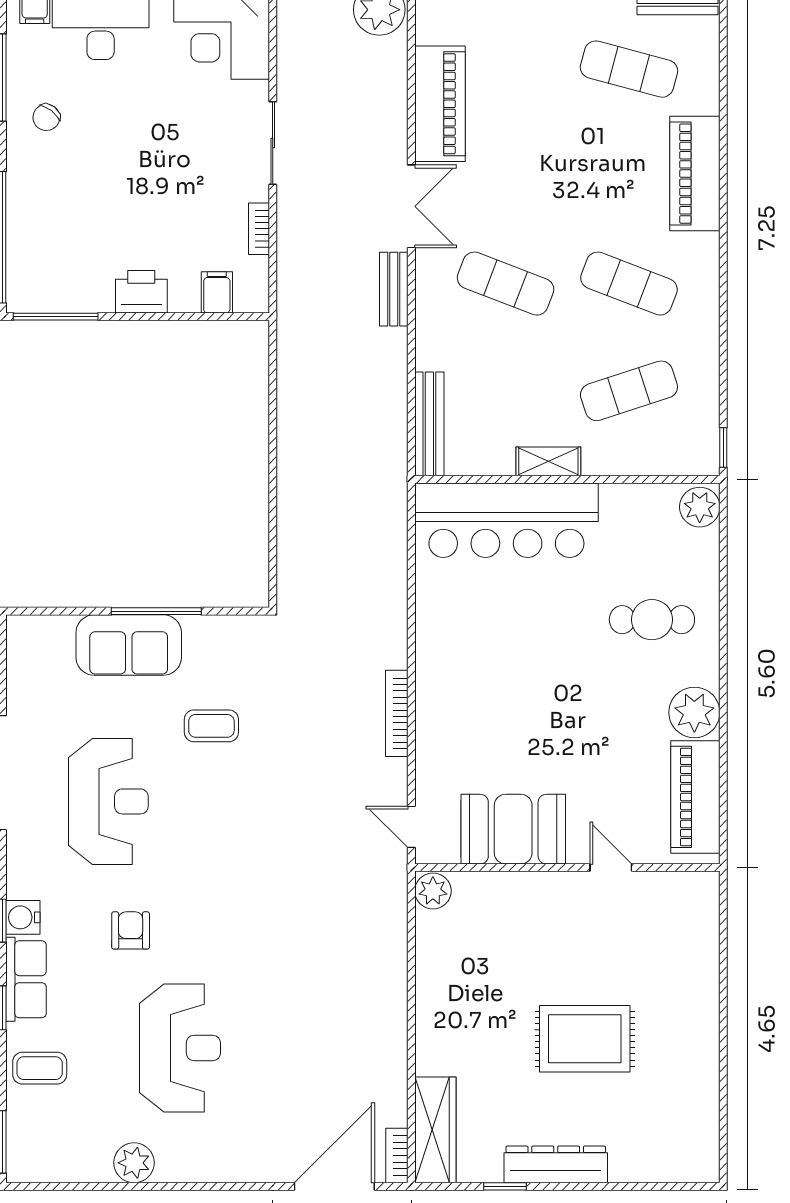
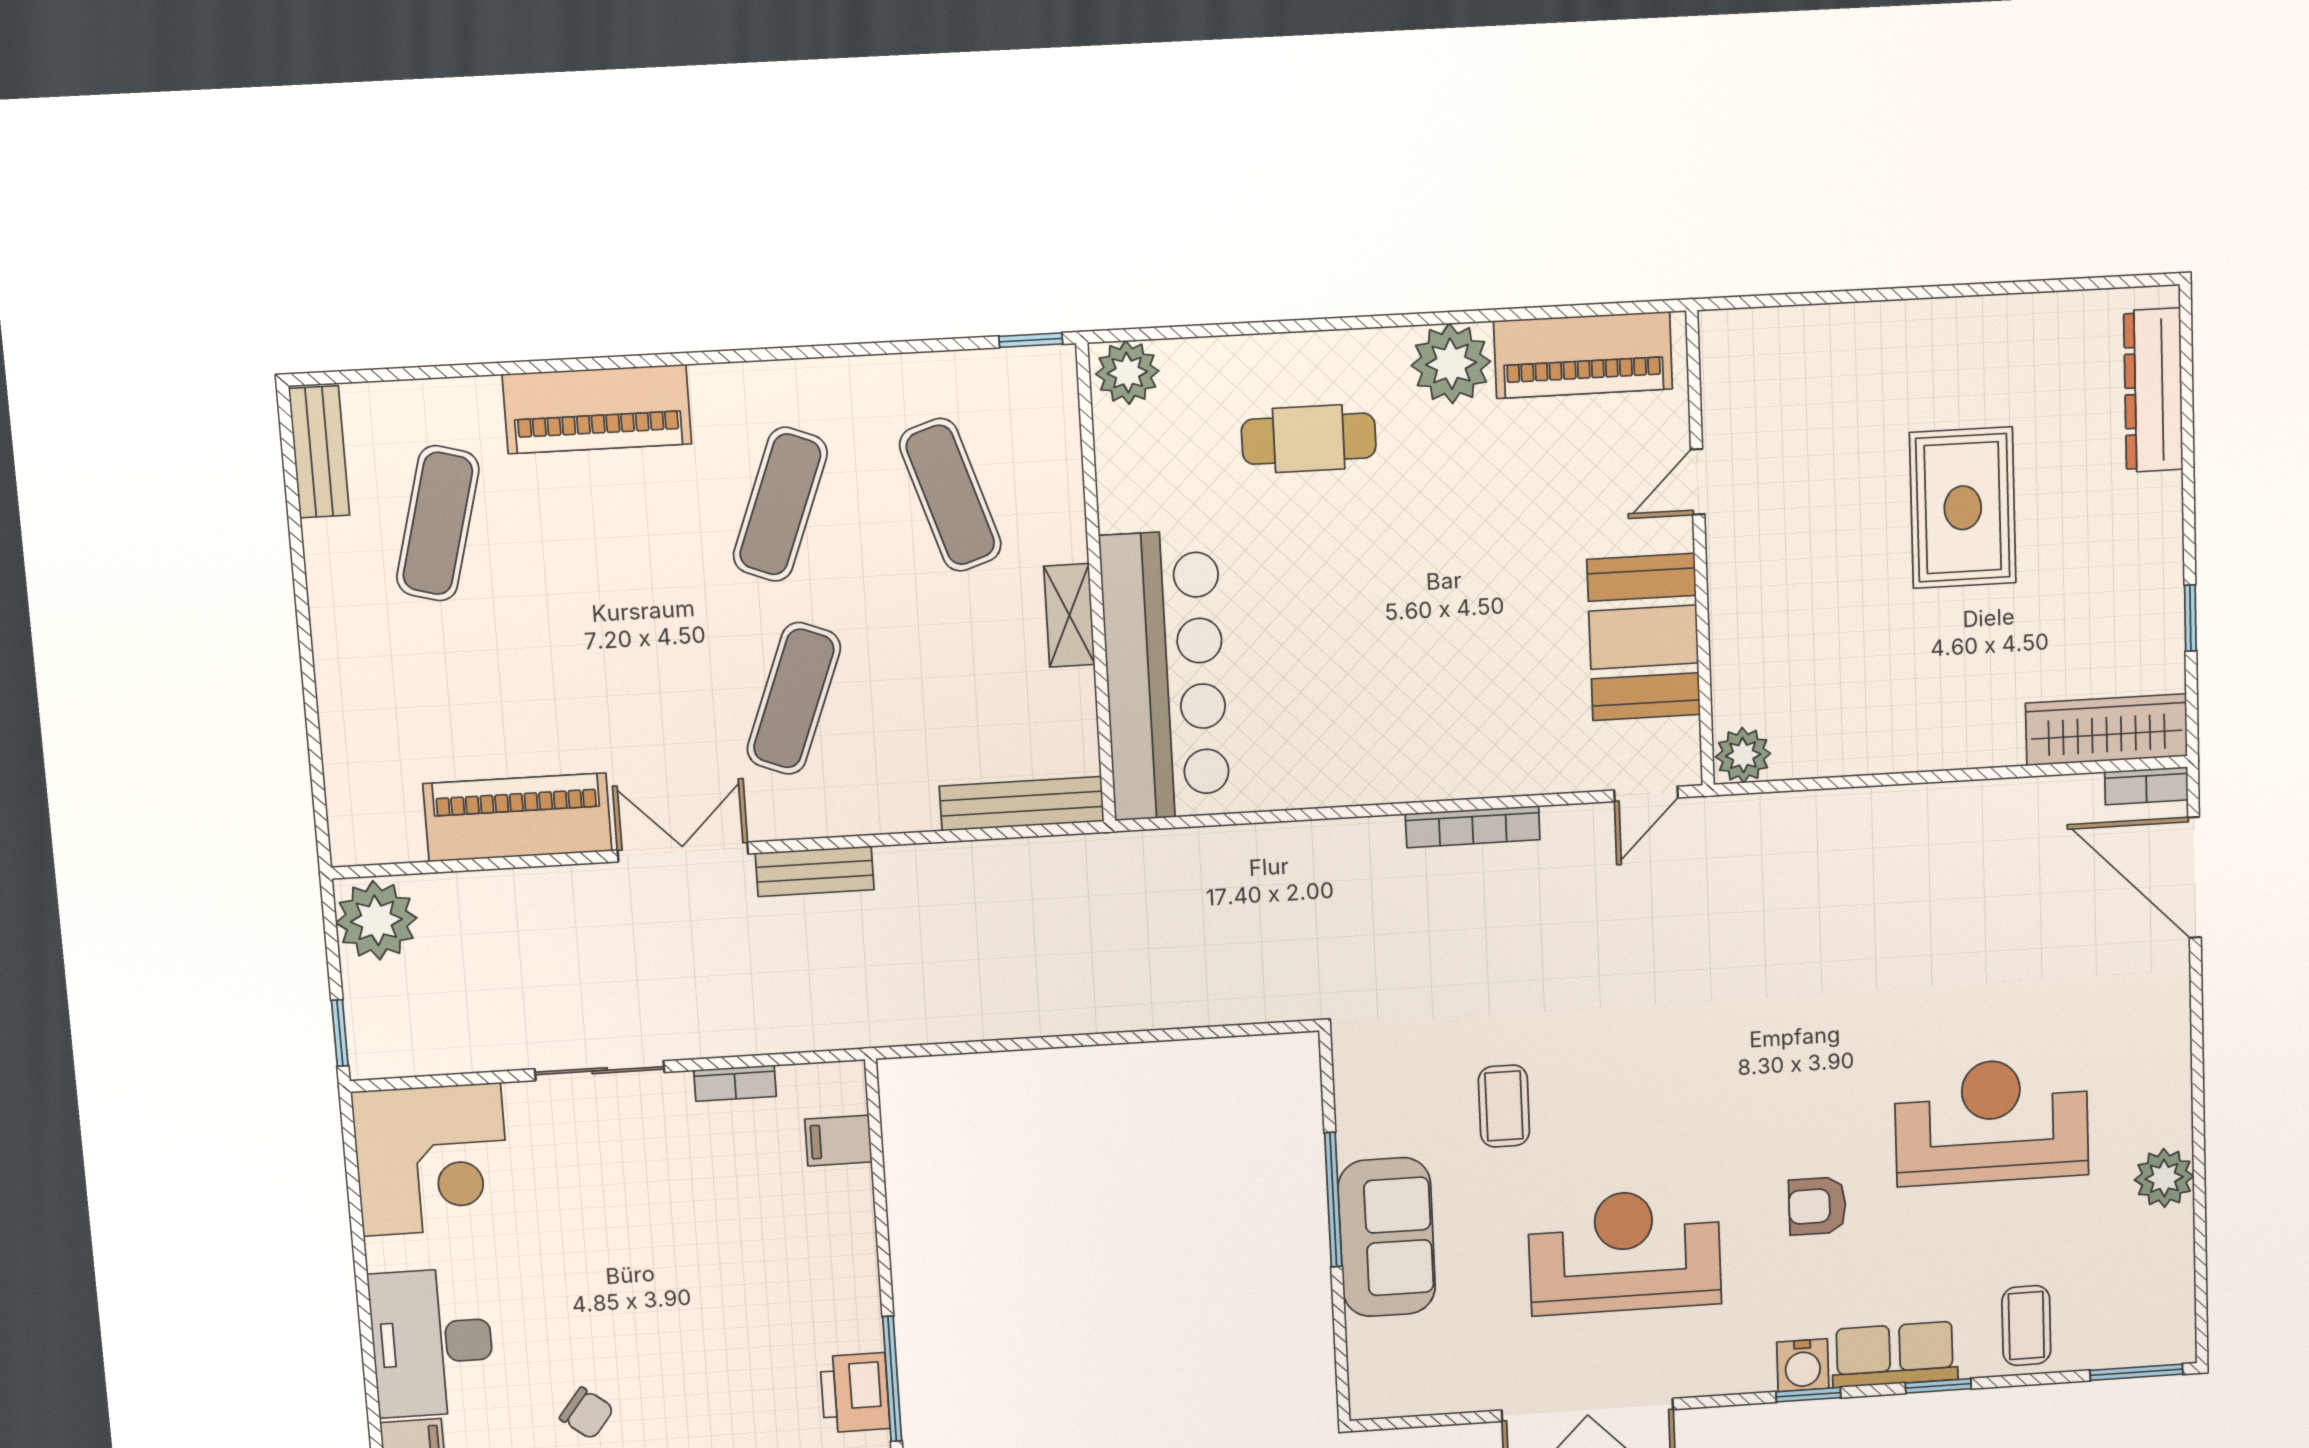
printer: (141, 292) -> (855, 1393), moved
cafe table: (652, 620) -> (1309, 439), turned 90
dresser: (556, 1164) -> (2153, 390), moved

